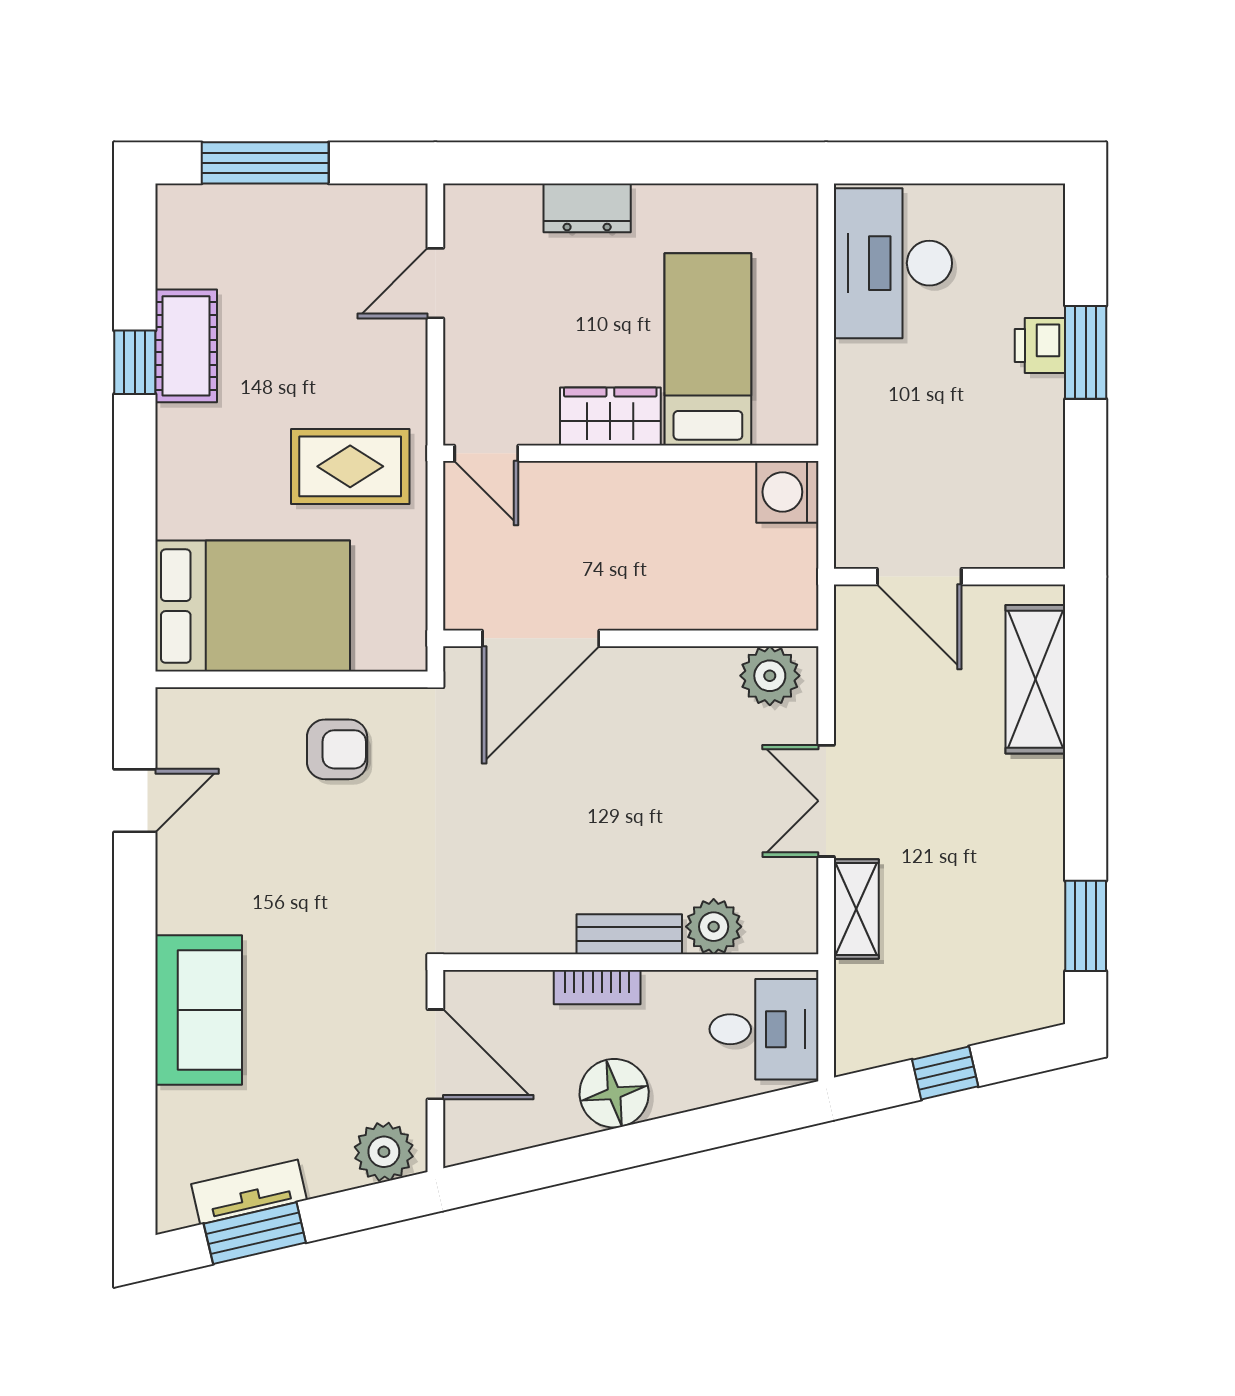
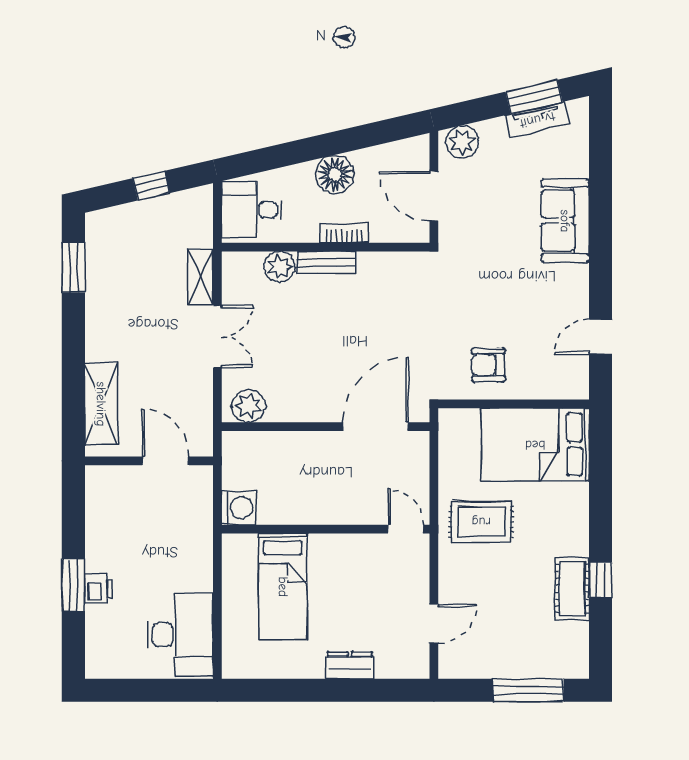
wardrobe: (610, 416) -> (337, 550), removed

